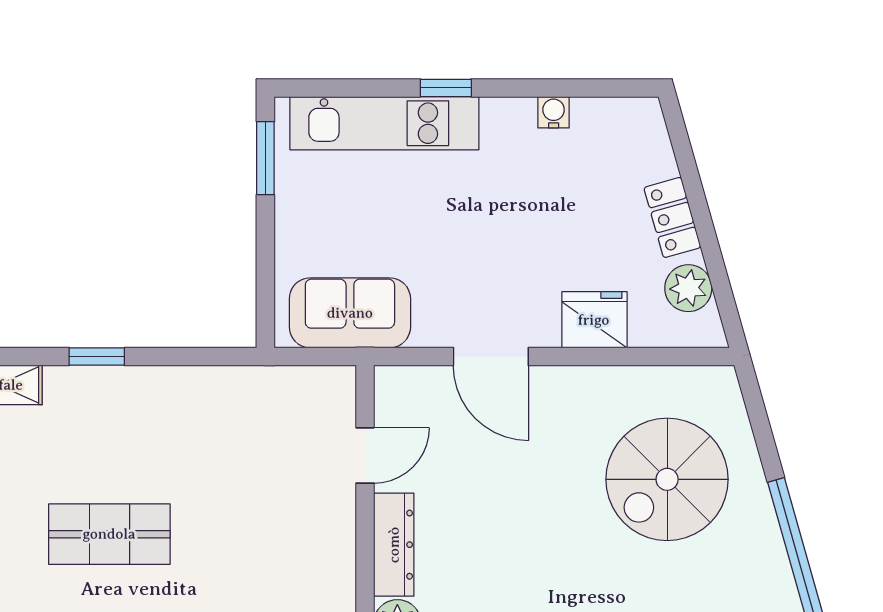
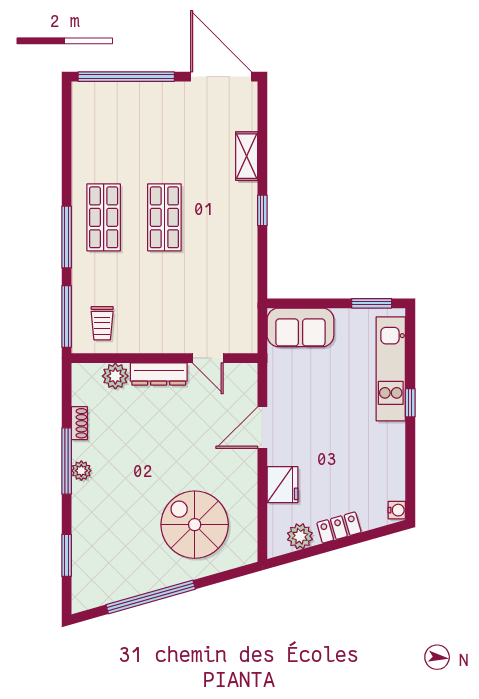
water cooler: (554, 112) -> (397, 510), moved
sofa: (350, 313) -> (300, 327), moved, turned 90

